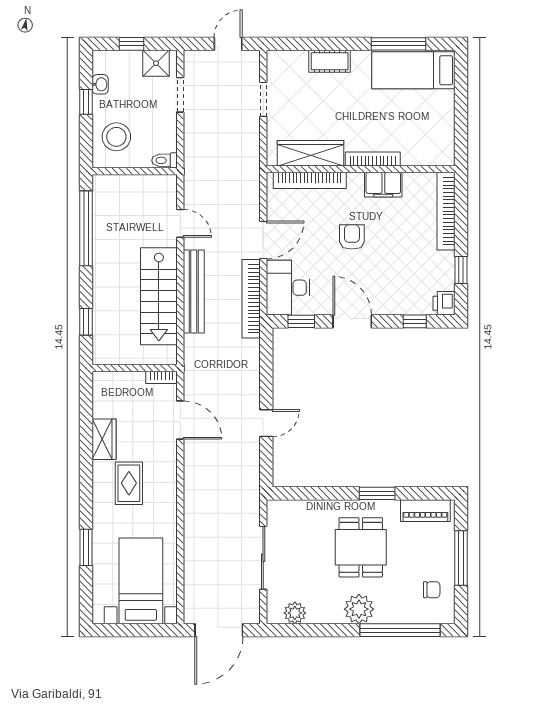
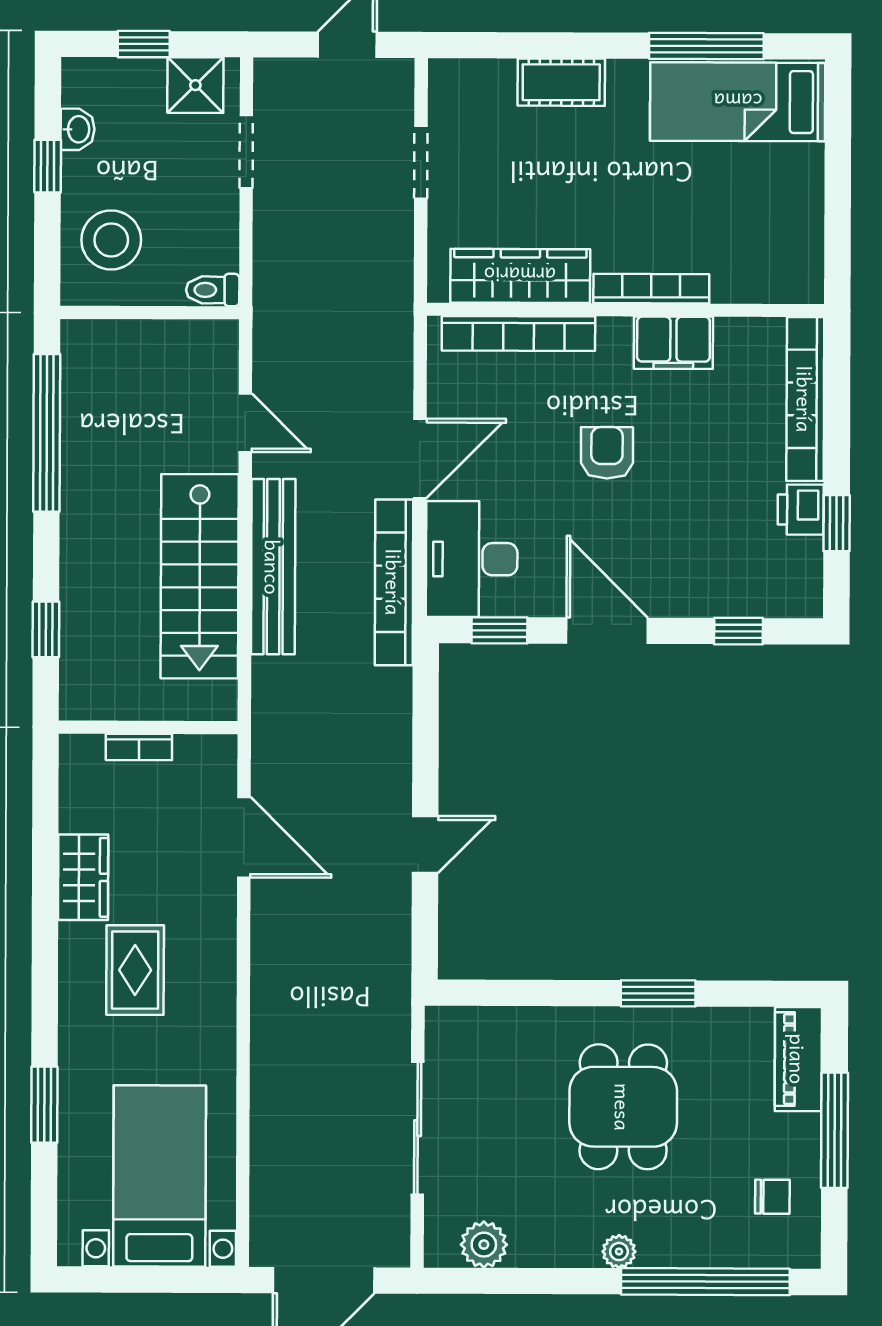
printer: (444, 303) -> (801, 510), moved
bookcase: (162, 377) -> (139, 747), moved
piano: (425, 511) -> (798, 1059), moved, turned 90
plant: (359, 609) -> (619, 1252), width x0.53, depth x0.53

